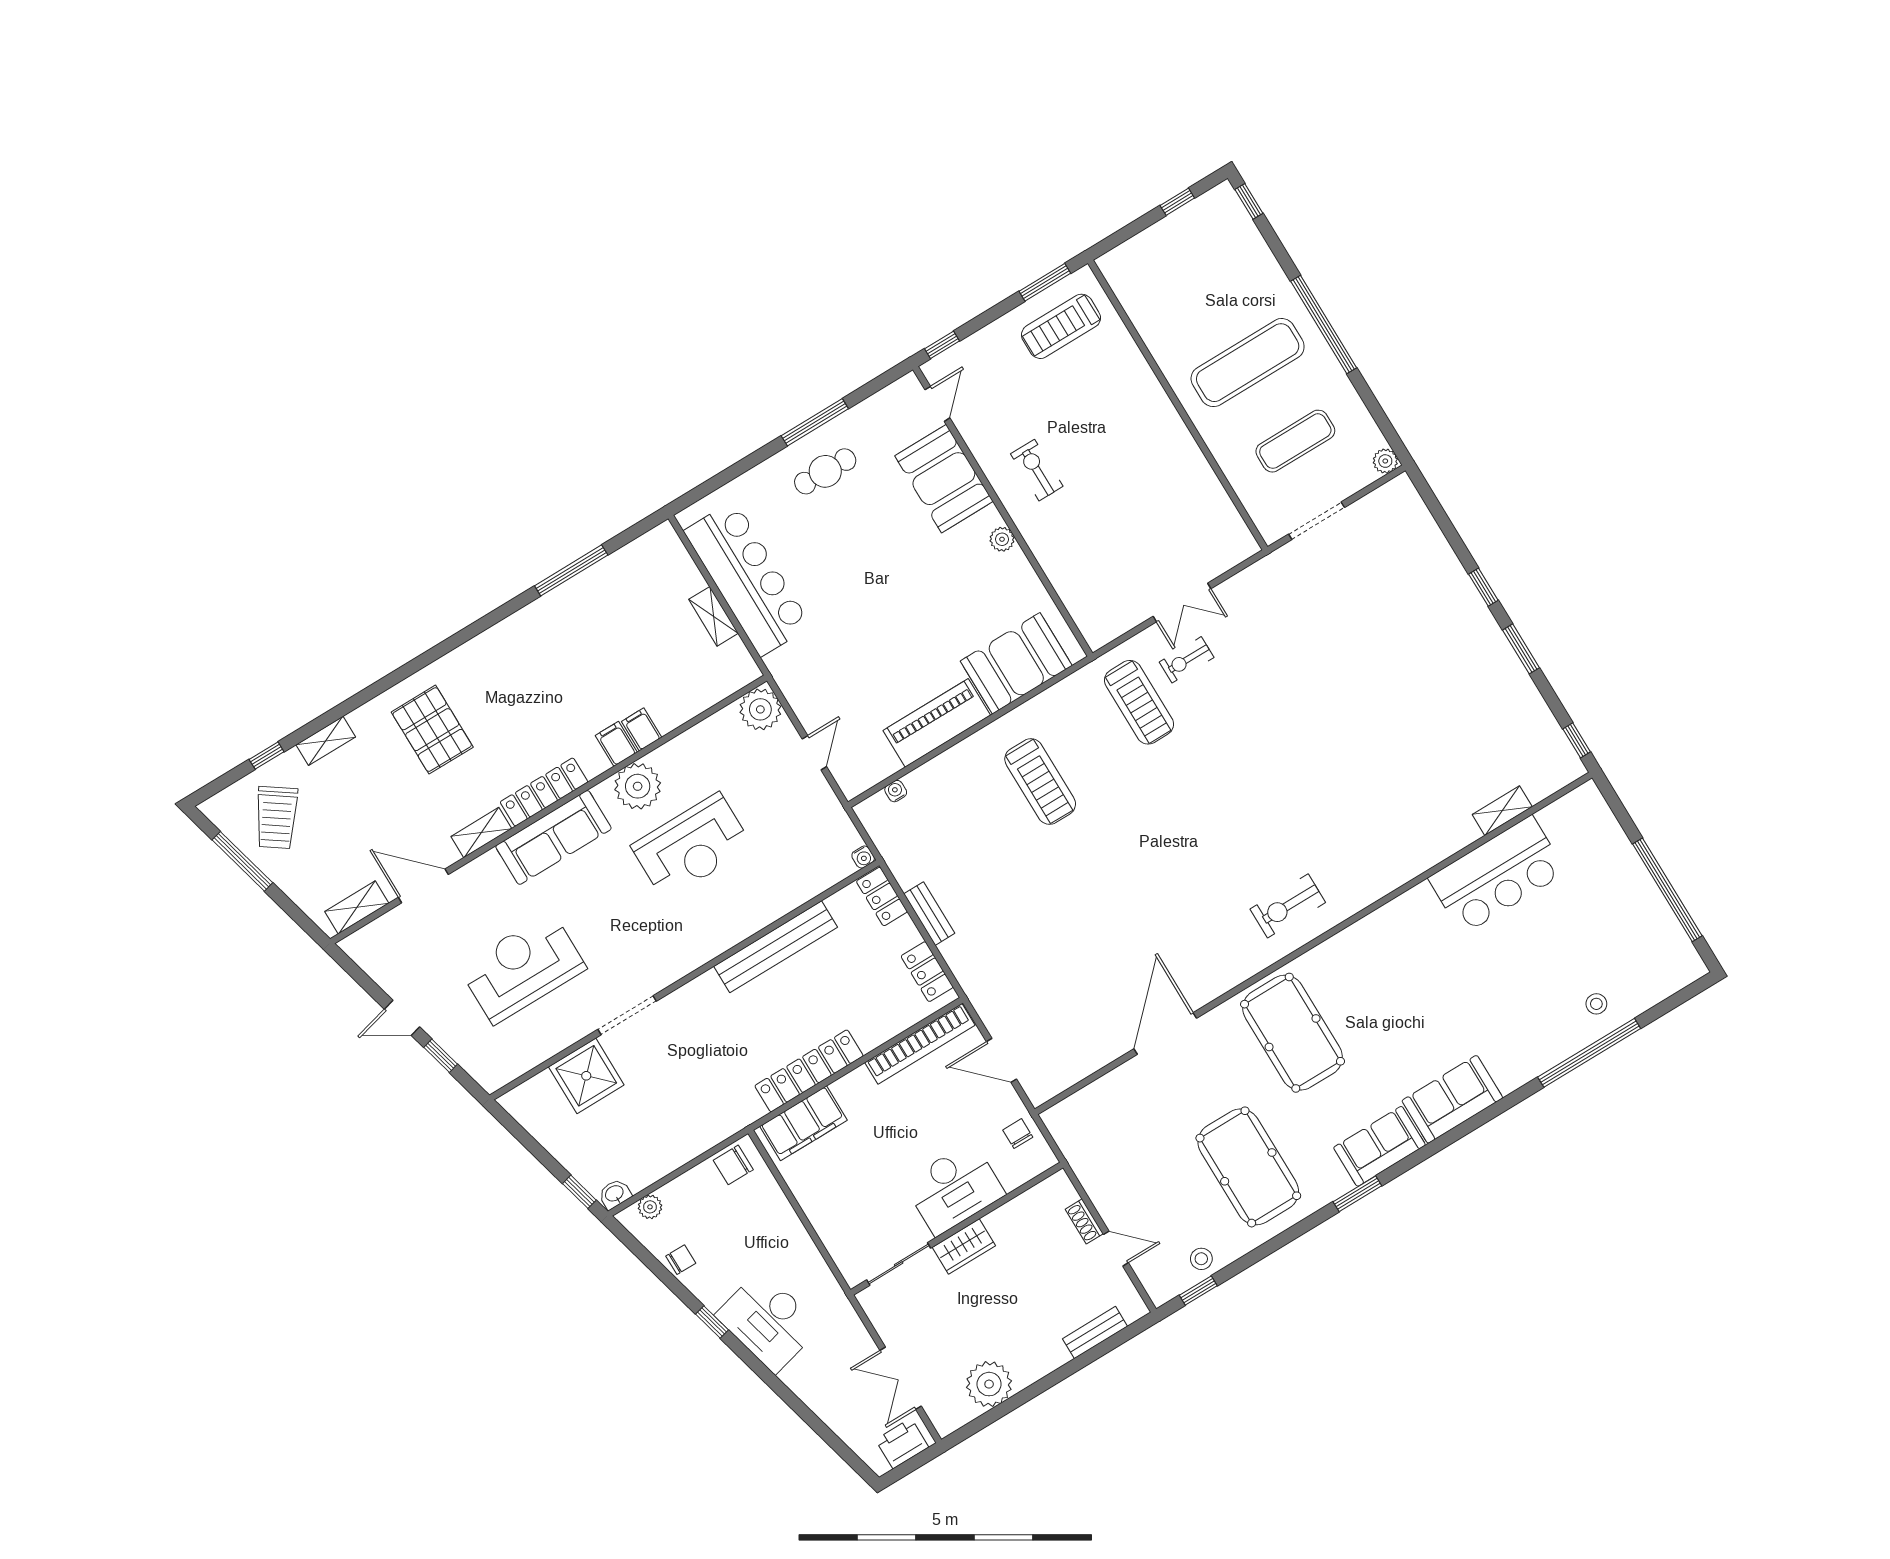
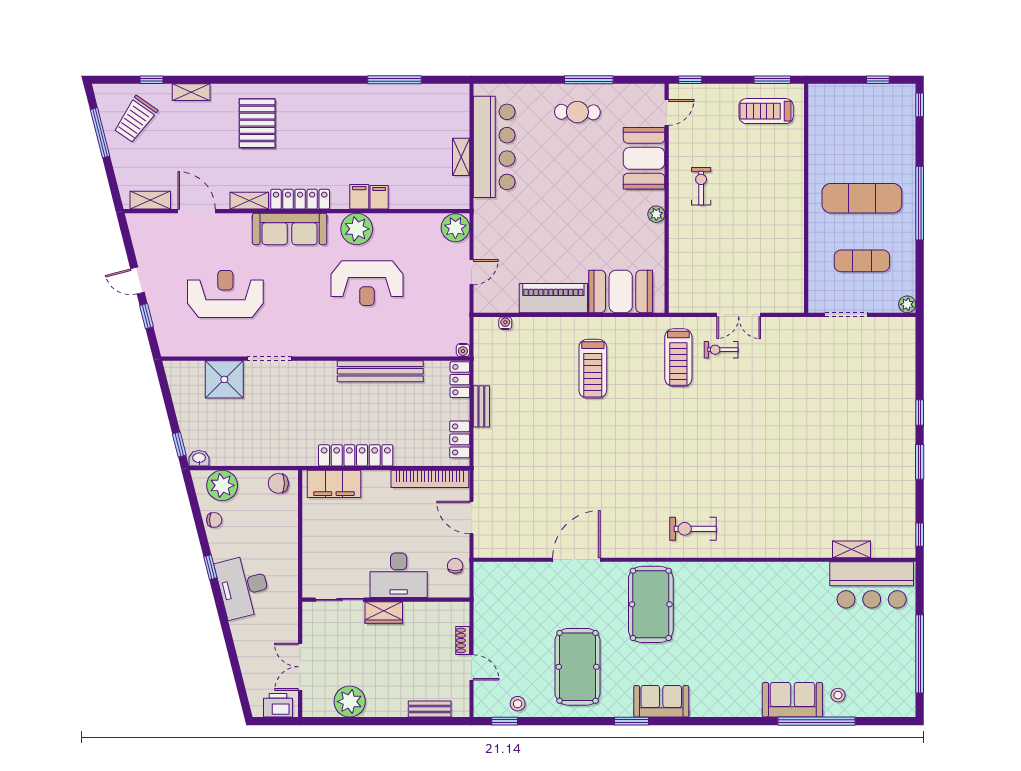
bar counter: (1497, 875) -> (872, 585), moved
sofa: (1452, 1099) -> (792, 700), moved
plant: (650, 1207) -> (222, 485), width x1.88, depth x1.88

